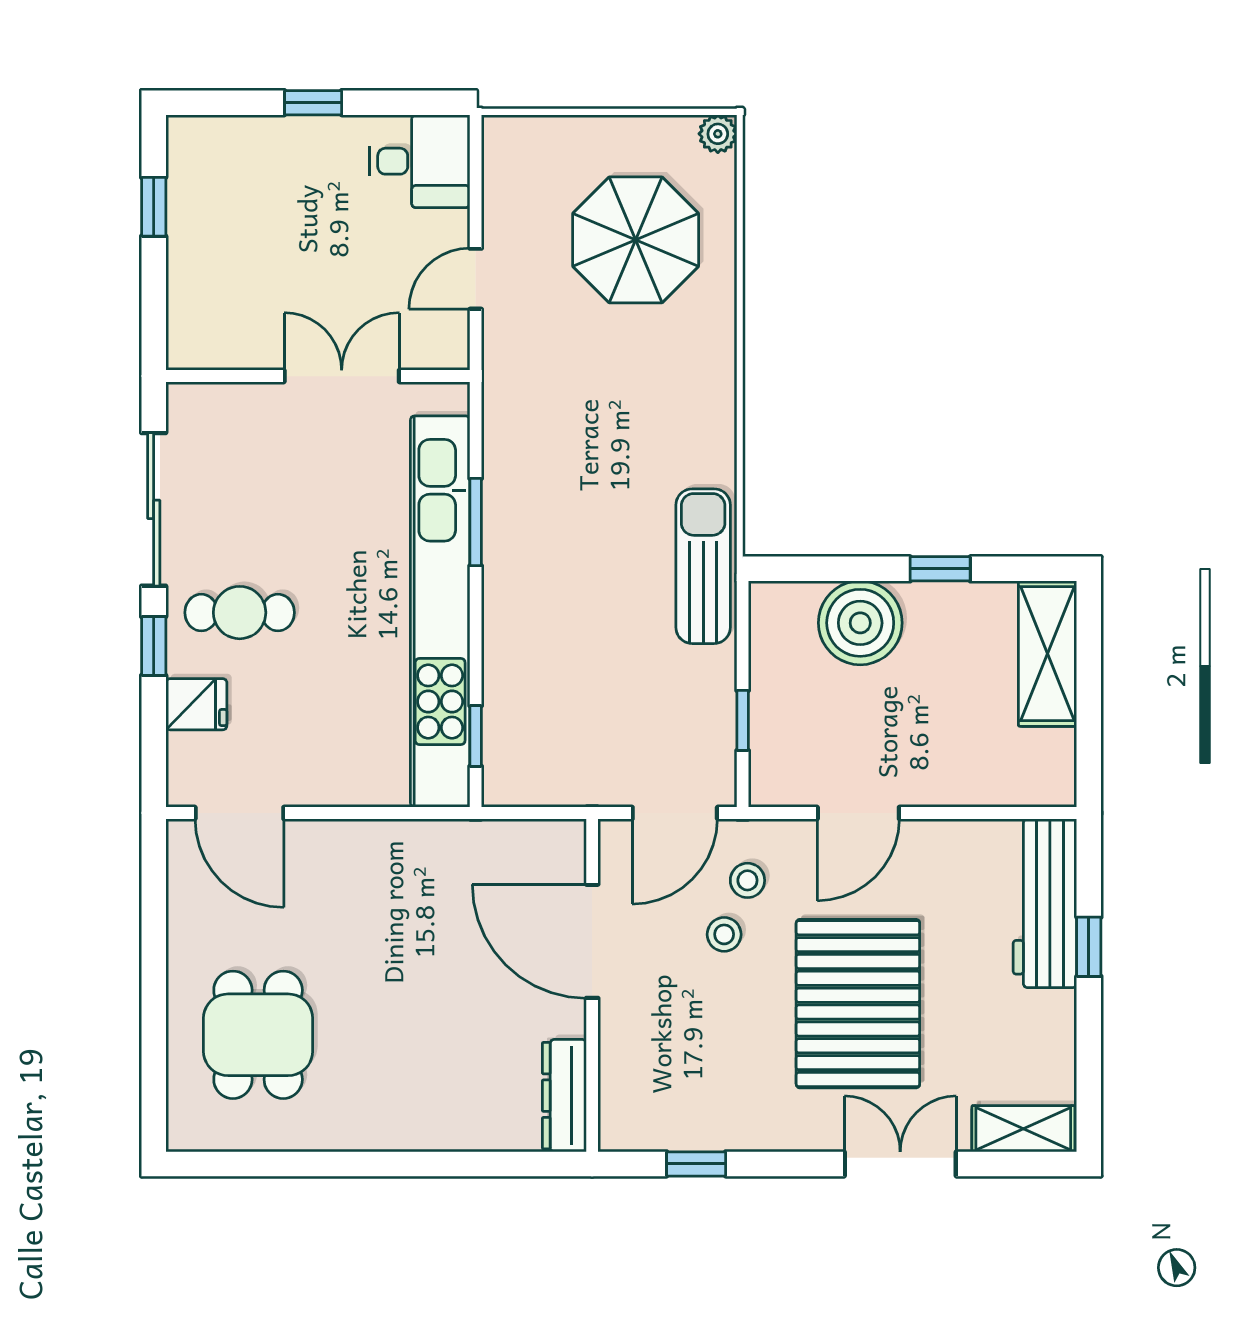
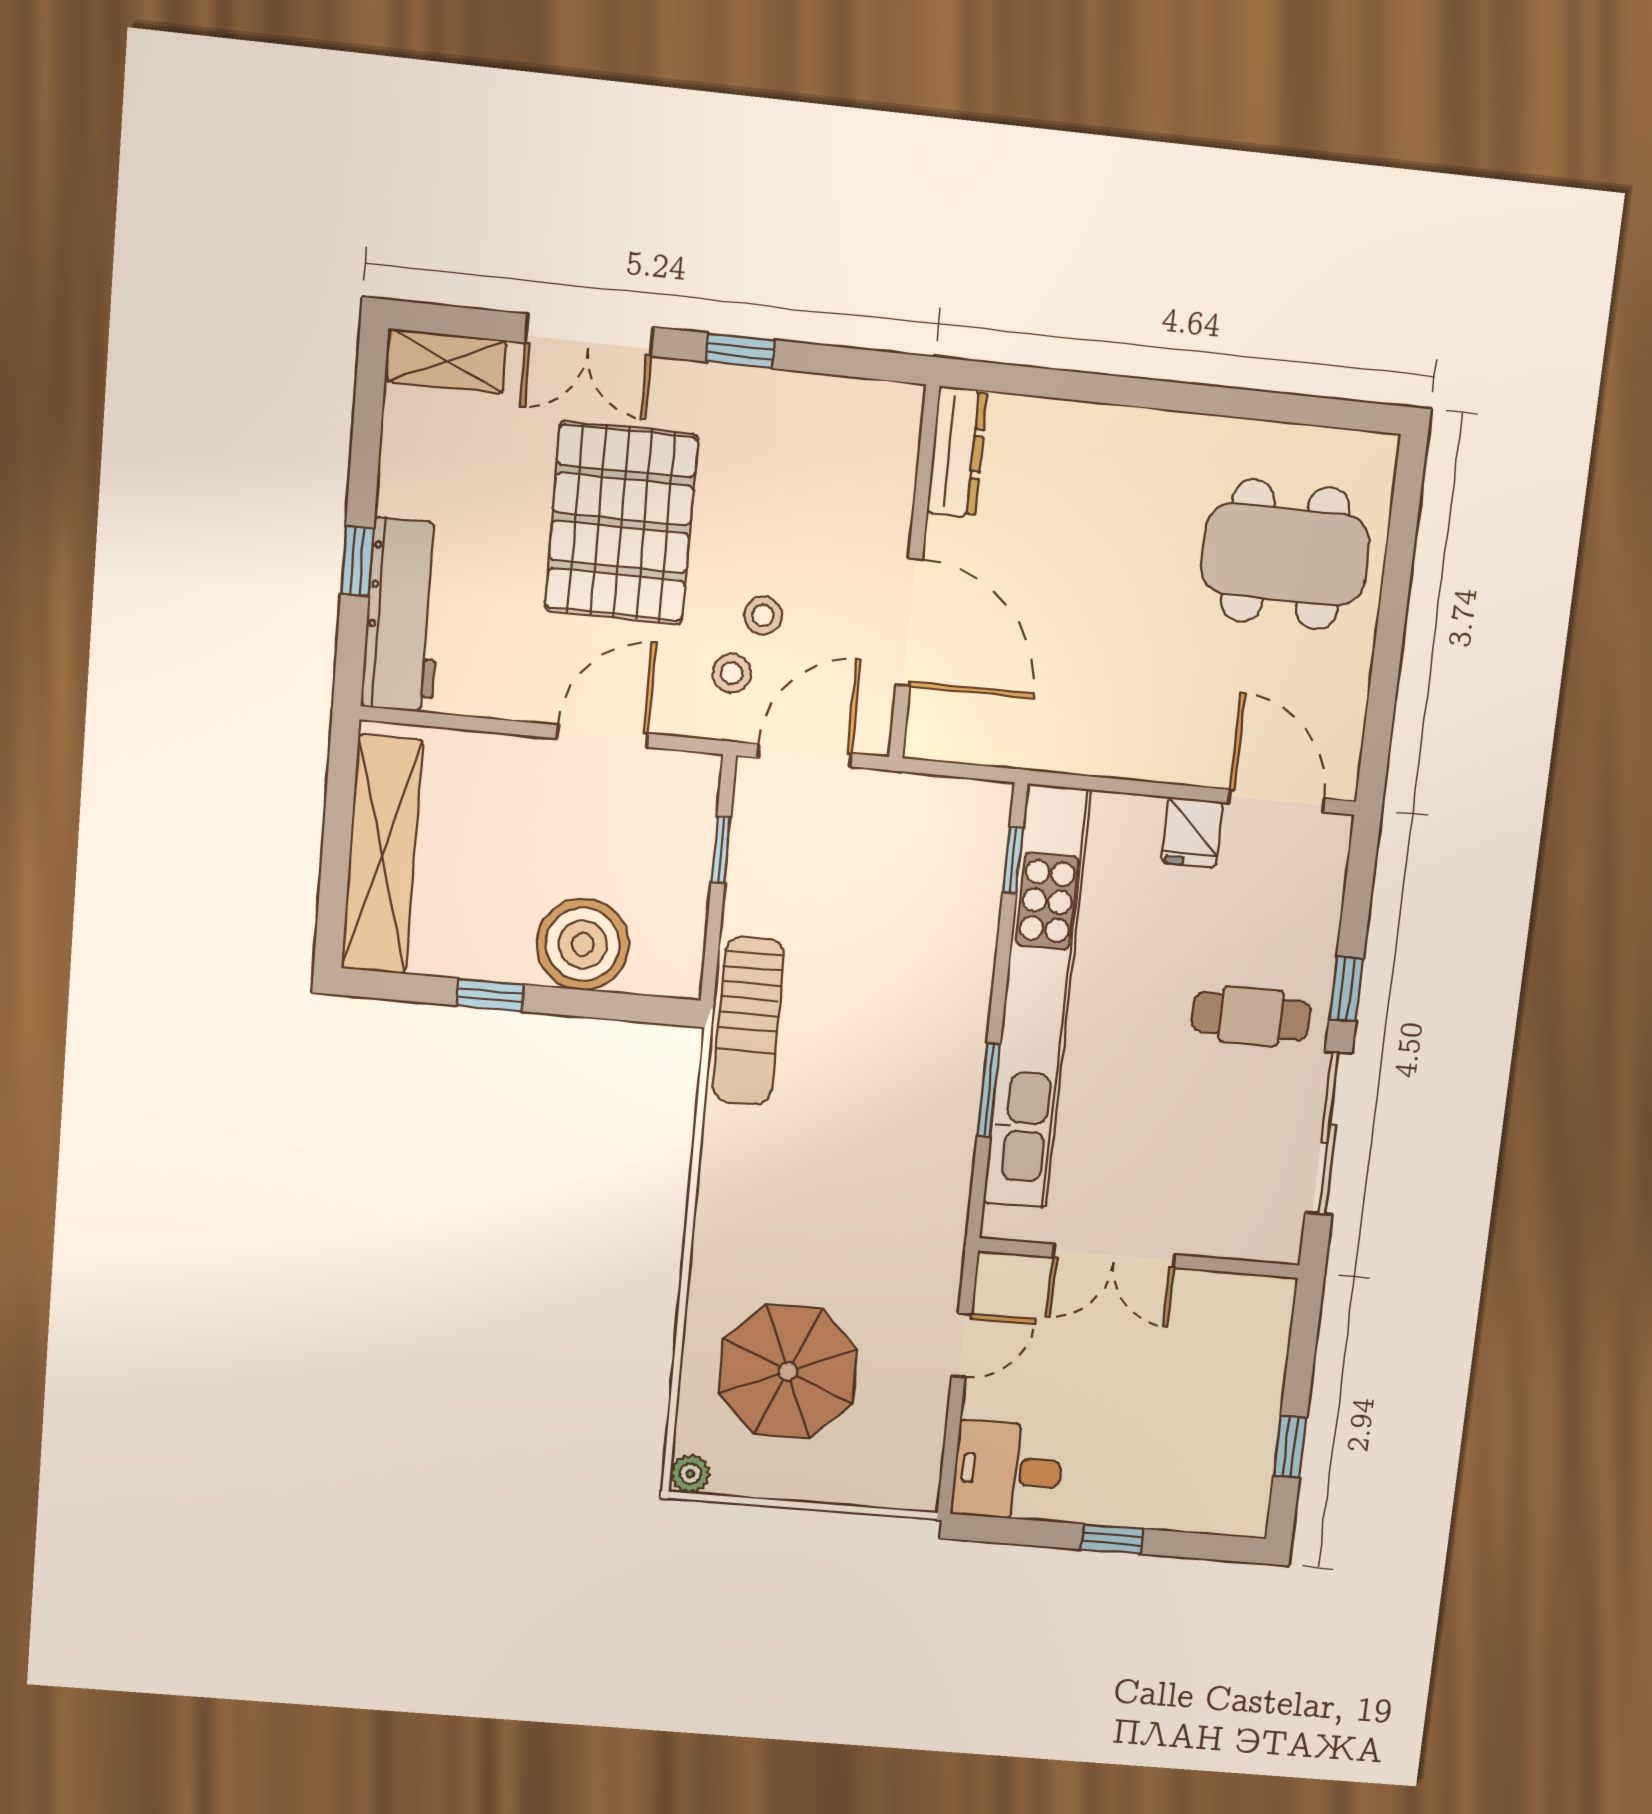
shelving: (1048, 654) -> (382, 855), width x1.47
fridge: (196, 704) -> (1192, 832), moved, turned -90
dining table: (258, 1035) -> (1285, 555), width x1.38
window: (696, 1164) -> (740, 351), moved

